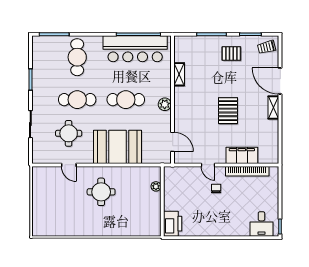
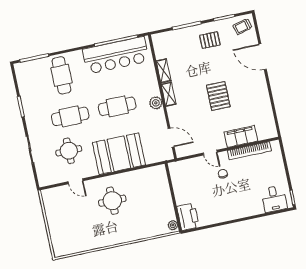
shelving: (273, 107) -> (169, 94), moved
plant: (156, 186) -> (173, 225), moved

